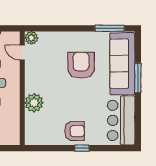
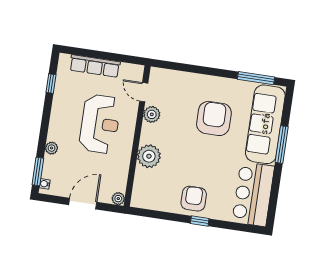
plant: (31, 38) -> (152, 114), moved
armchair: (75, 131) -> (194, 199), turned -90
plant: (15, 140) -> (118, 199), added

